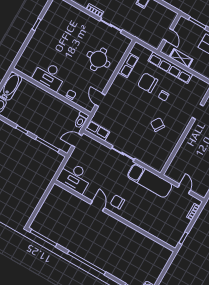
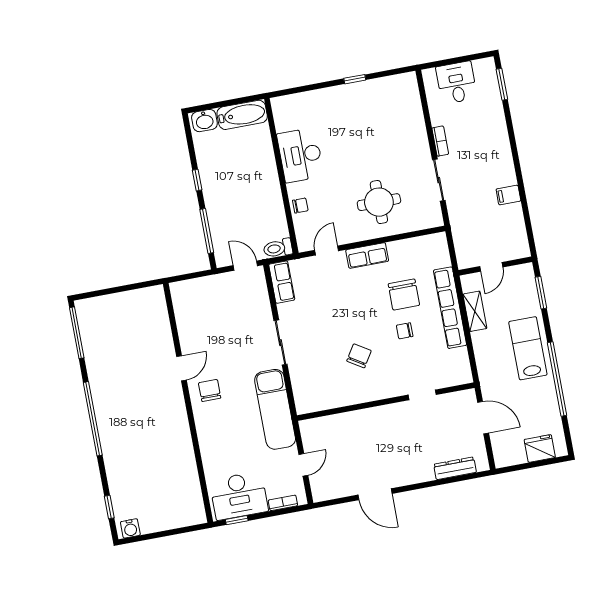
row of seats: (128, 65) -> (367, 256), moved
chair: (148, 83) -> (404, 295), turned 180
desk: (75, 177) -> (239, 496), moved, turned -90

